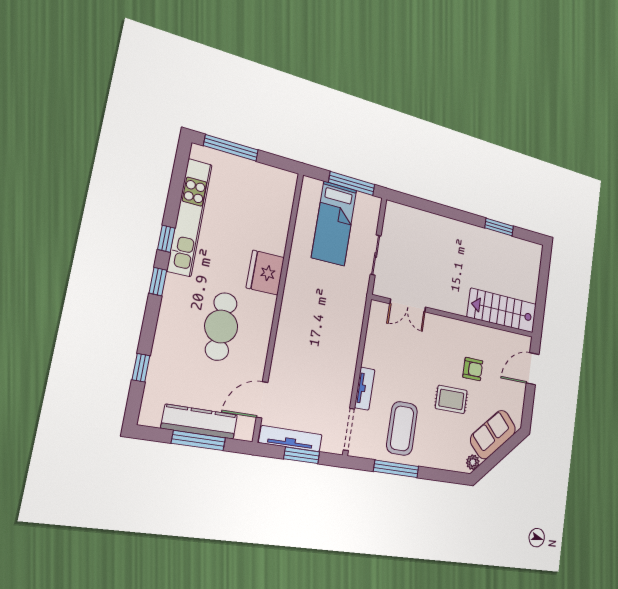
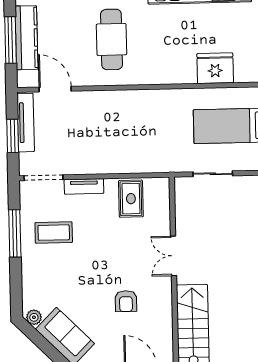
fridge: (265, 273) -> (215, 68), moved
double door: (408, 305) -> (174, 256), moved
cafe table: (221, 326) -> (111, 39), turned 90
rug: (451, 399) -> (131, 199), moved
coffee table: (402, 428) -> (54, 233), width x0.73, depth x0.76

